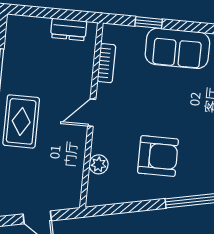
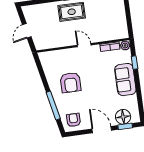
dresser: (69, 29) -> (122, 24), removed
plant: (99, 164) -> (125, 45), moved

